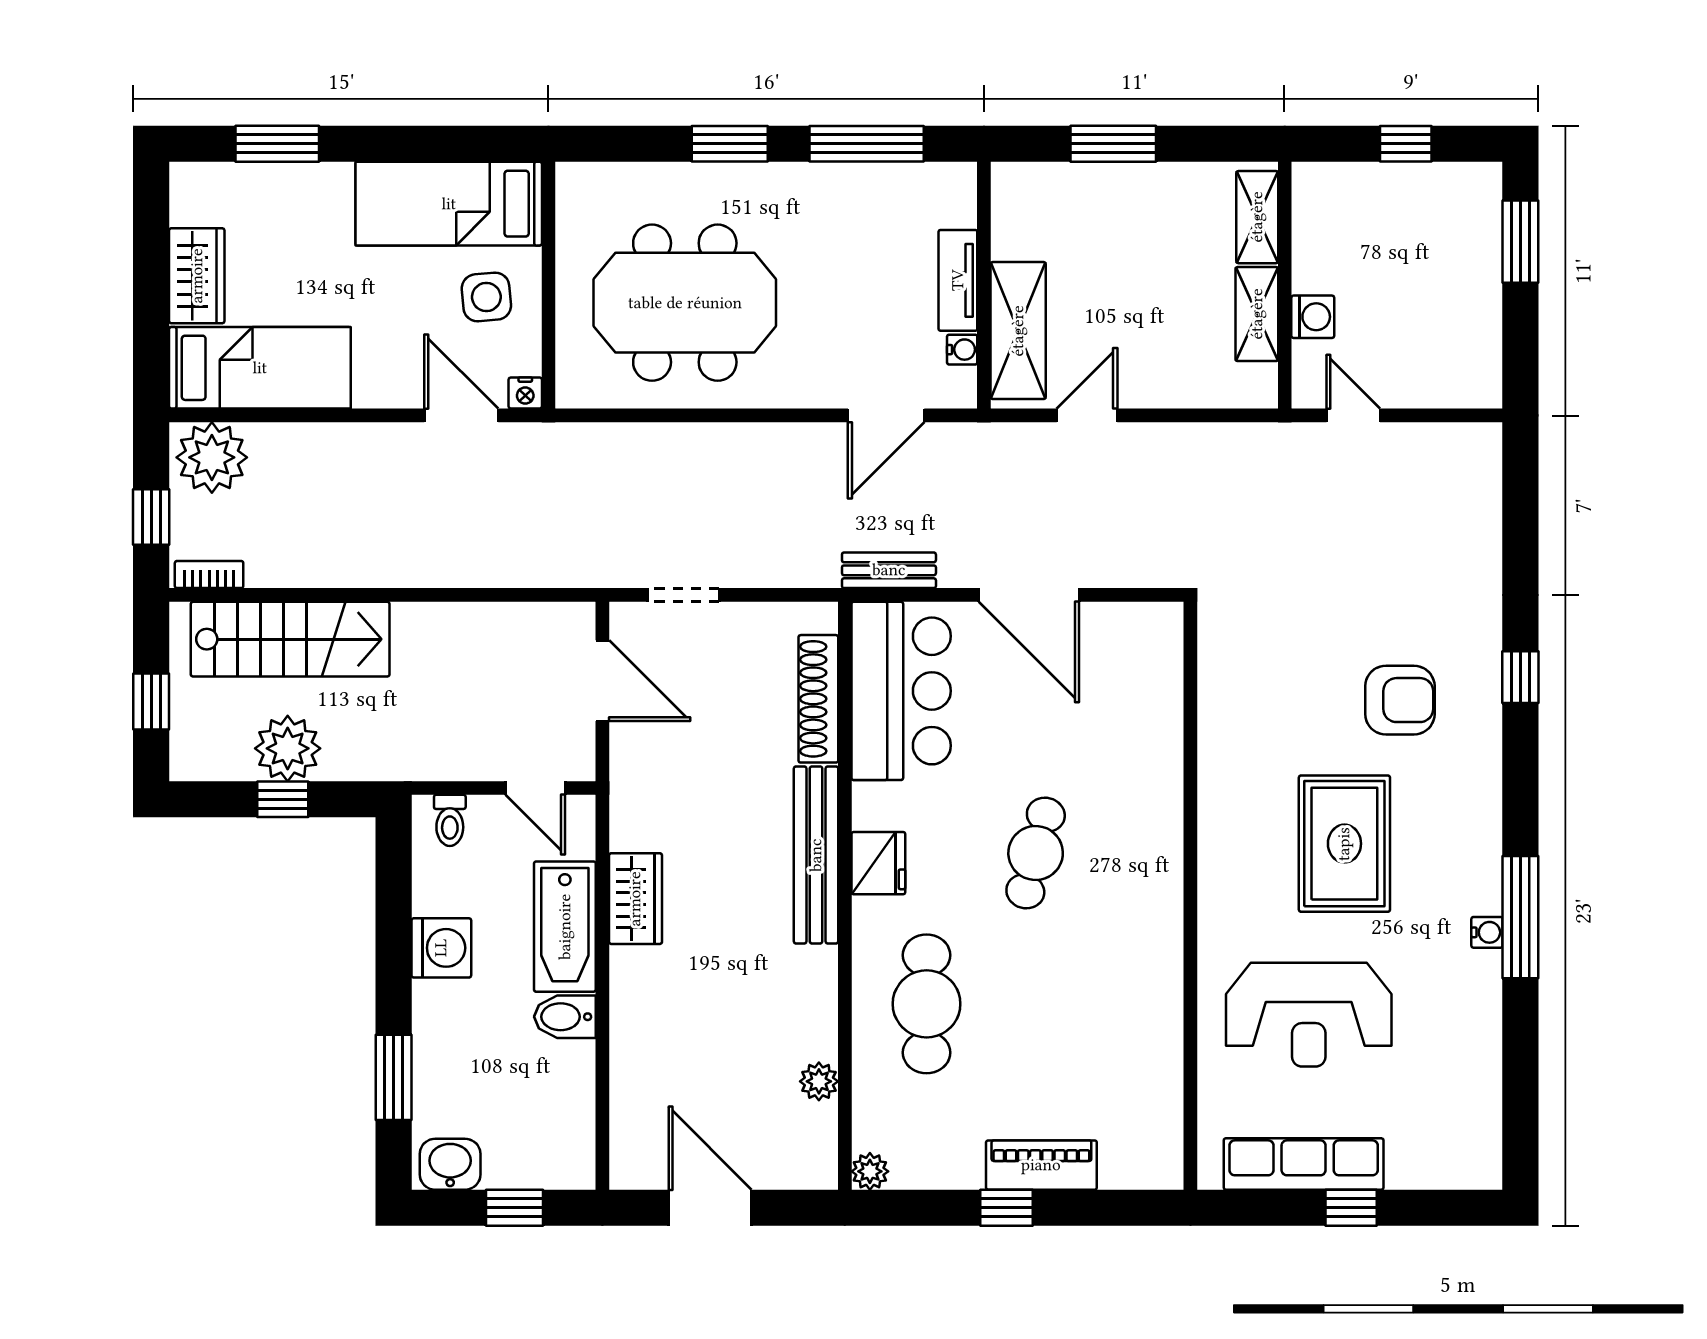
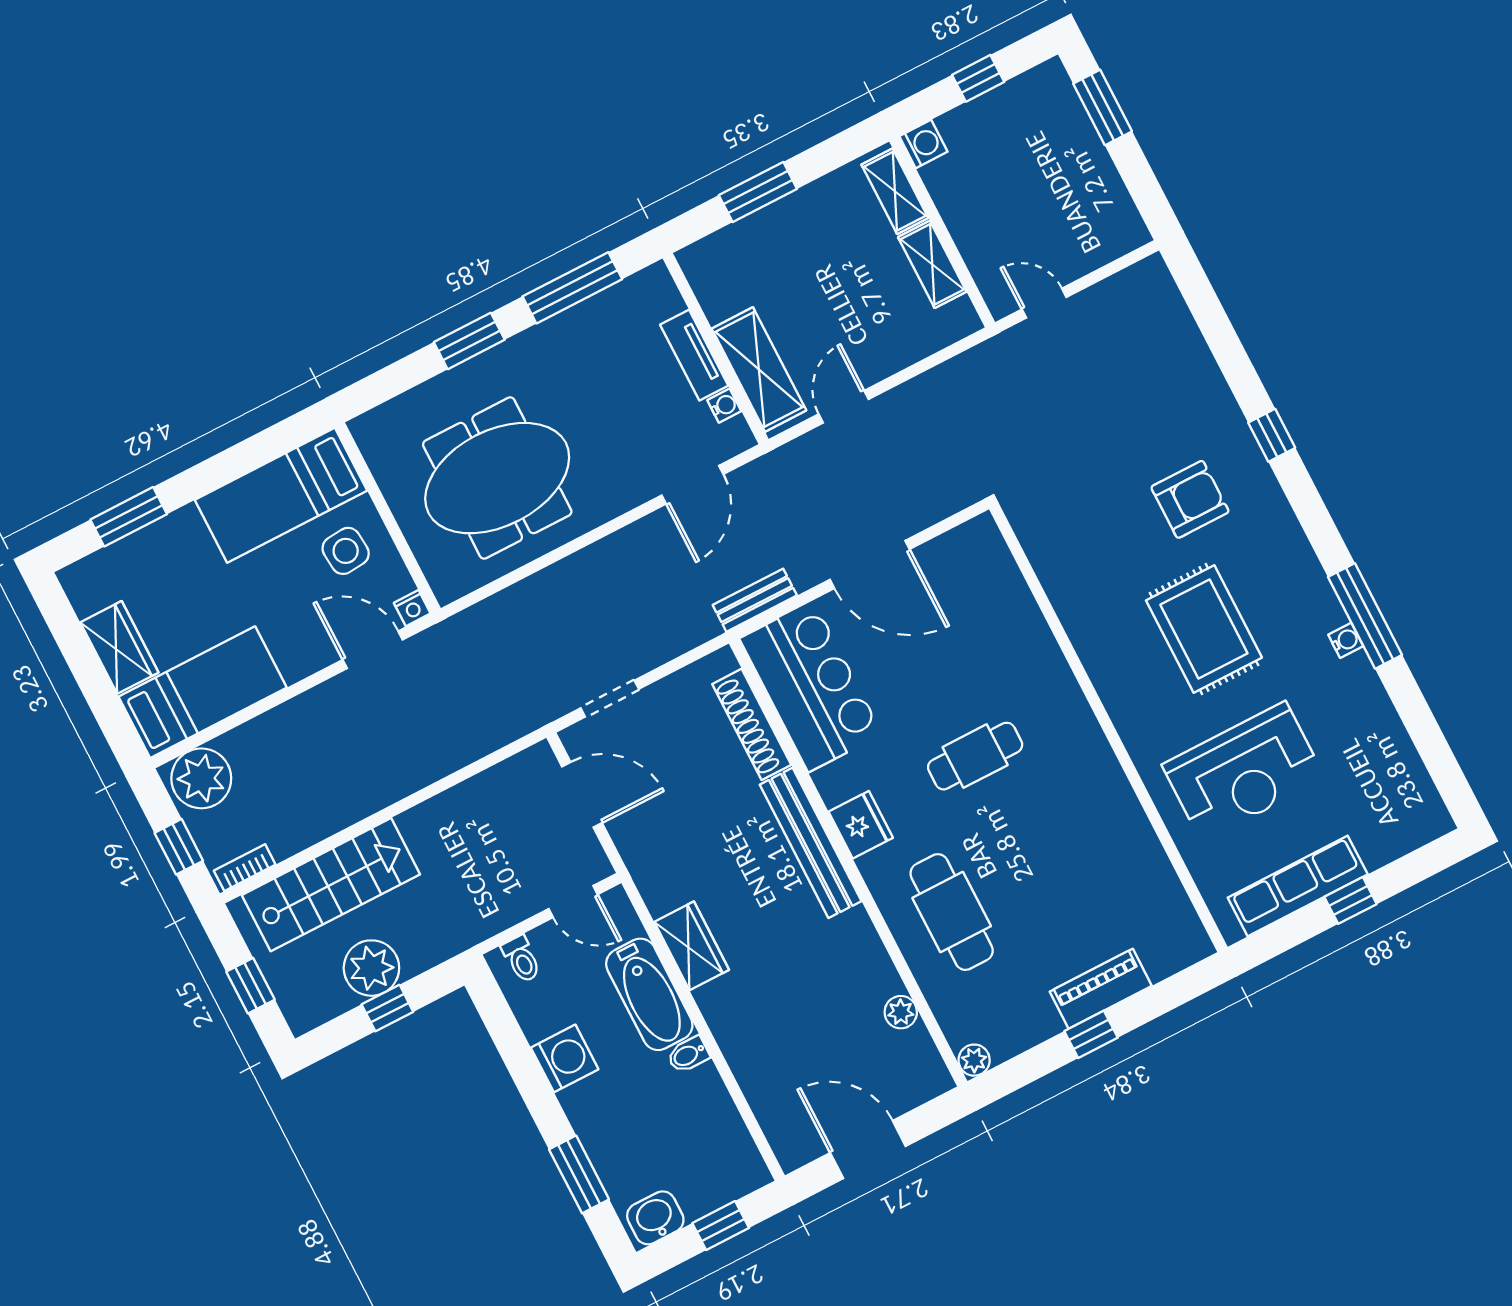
washing machine: (1313, 317) -> (923, 144), moved
cafe table: (1036, 853) -> (975, 756), turned 75
bidet: (565, 1017) -> (688, 1055), width x0.72, depth x0.74

